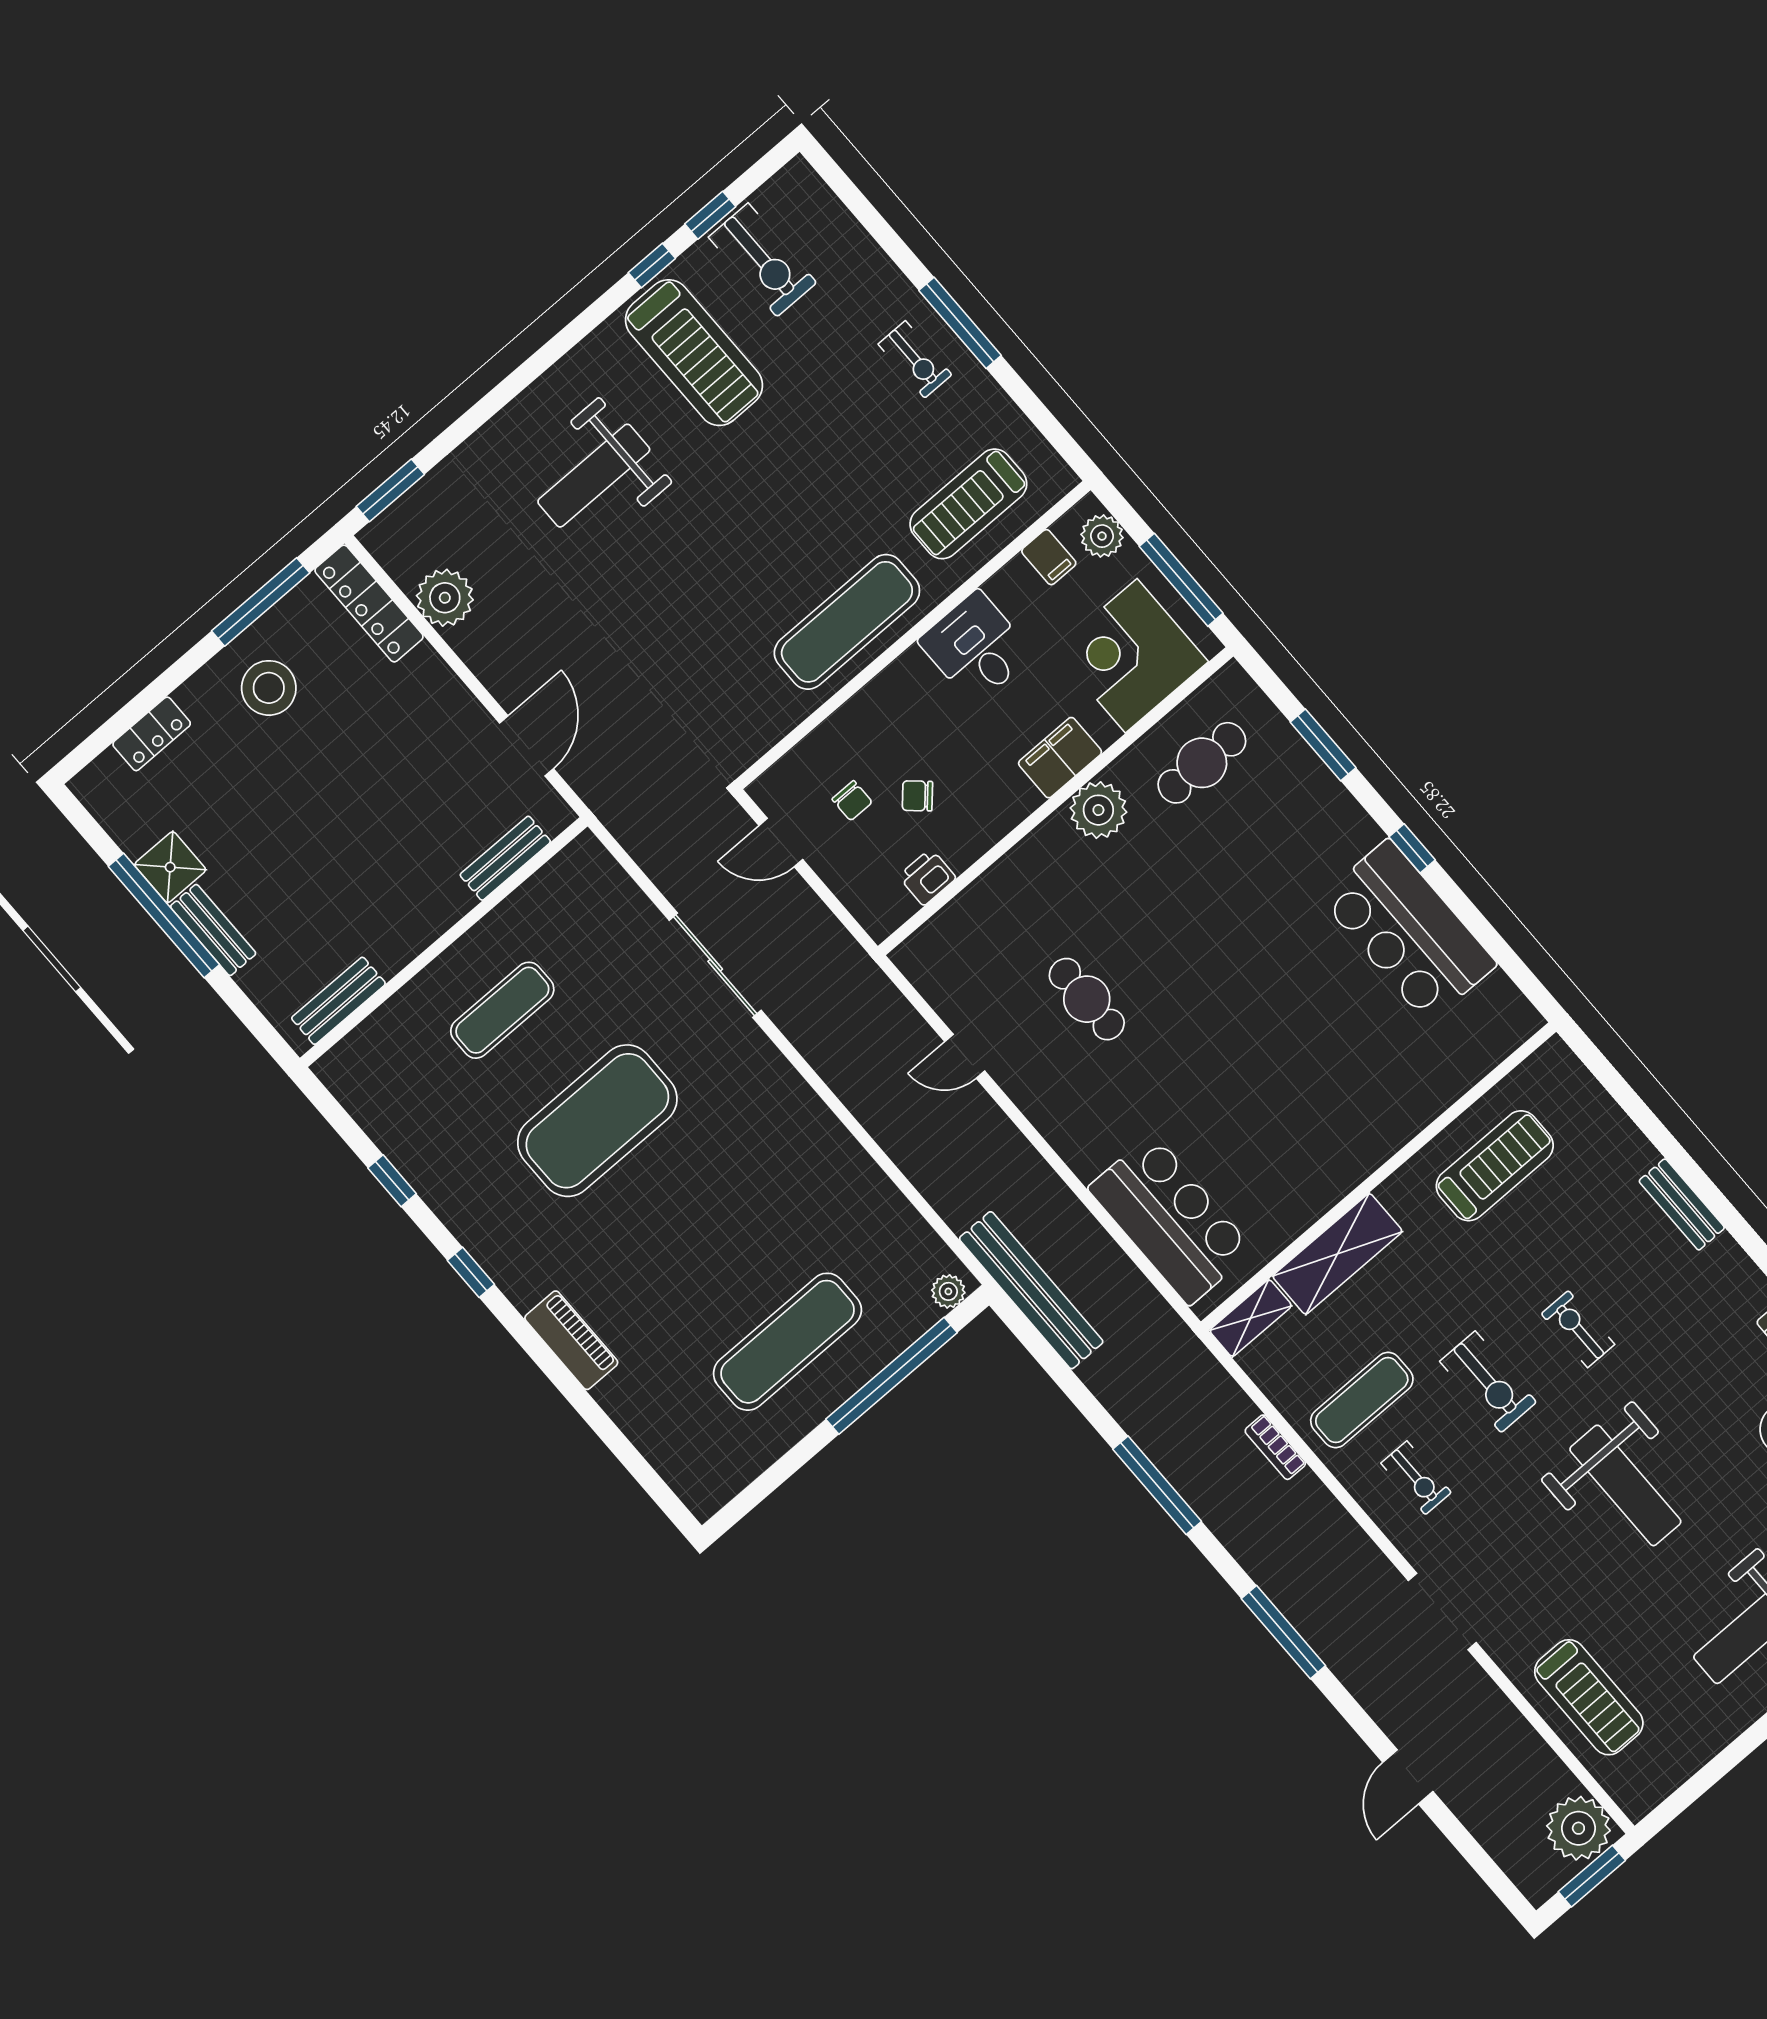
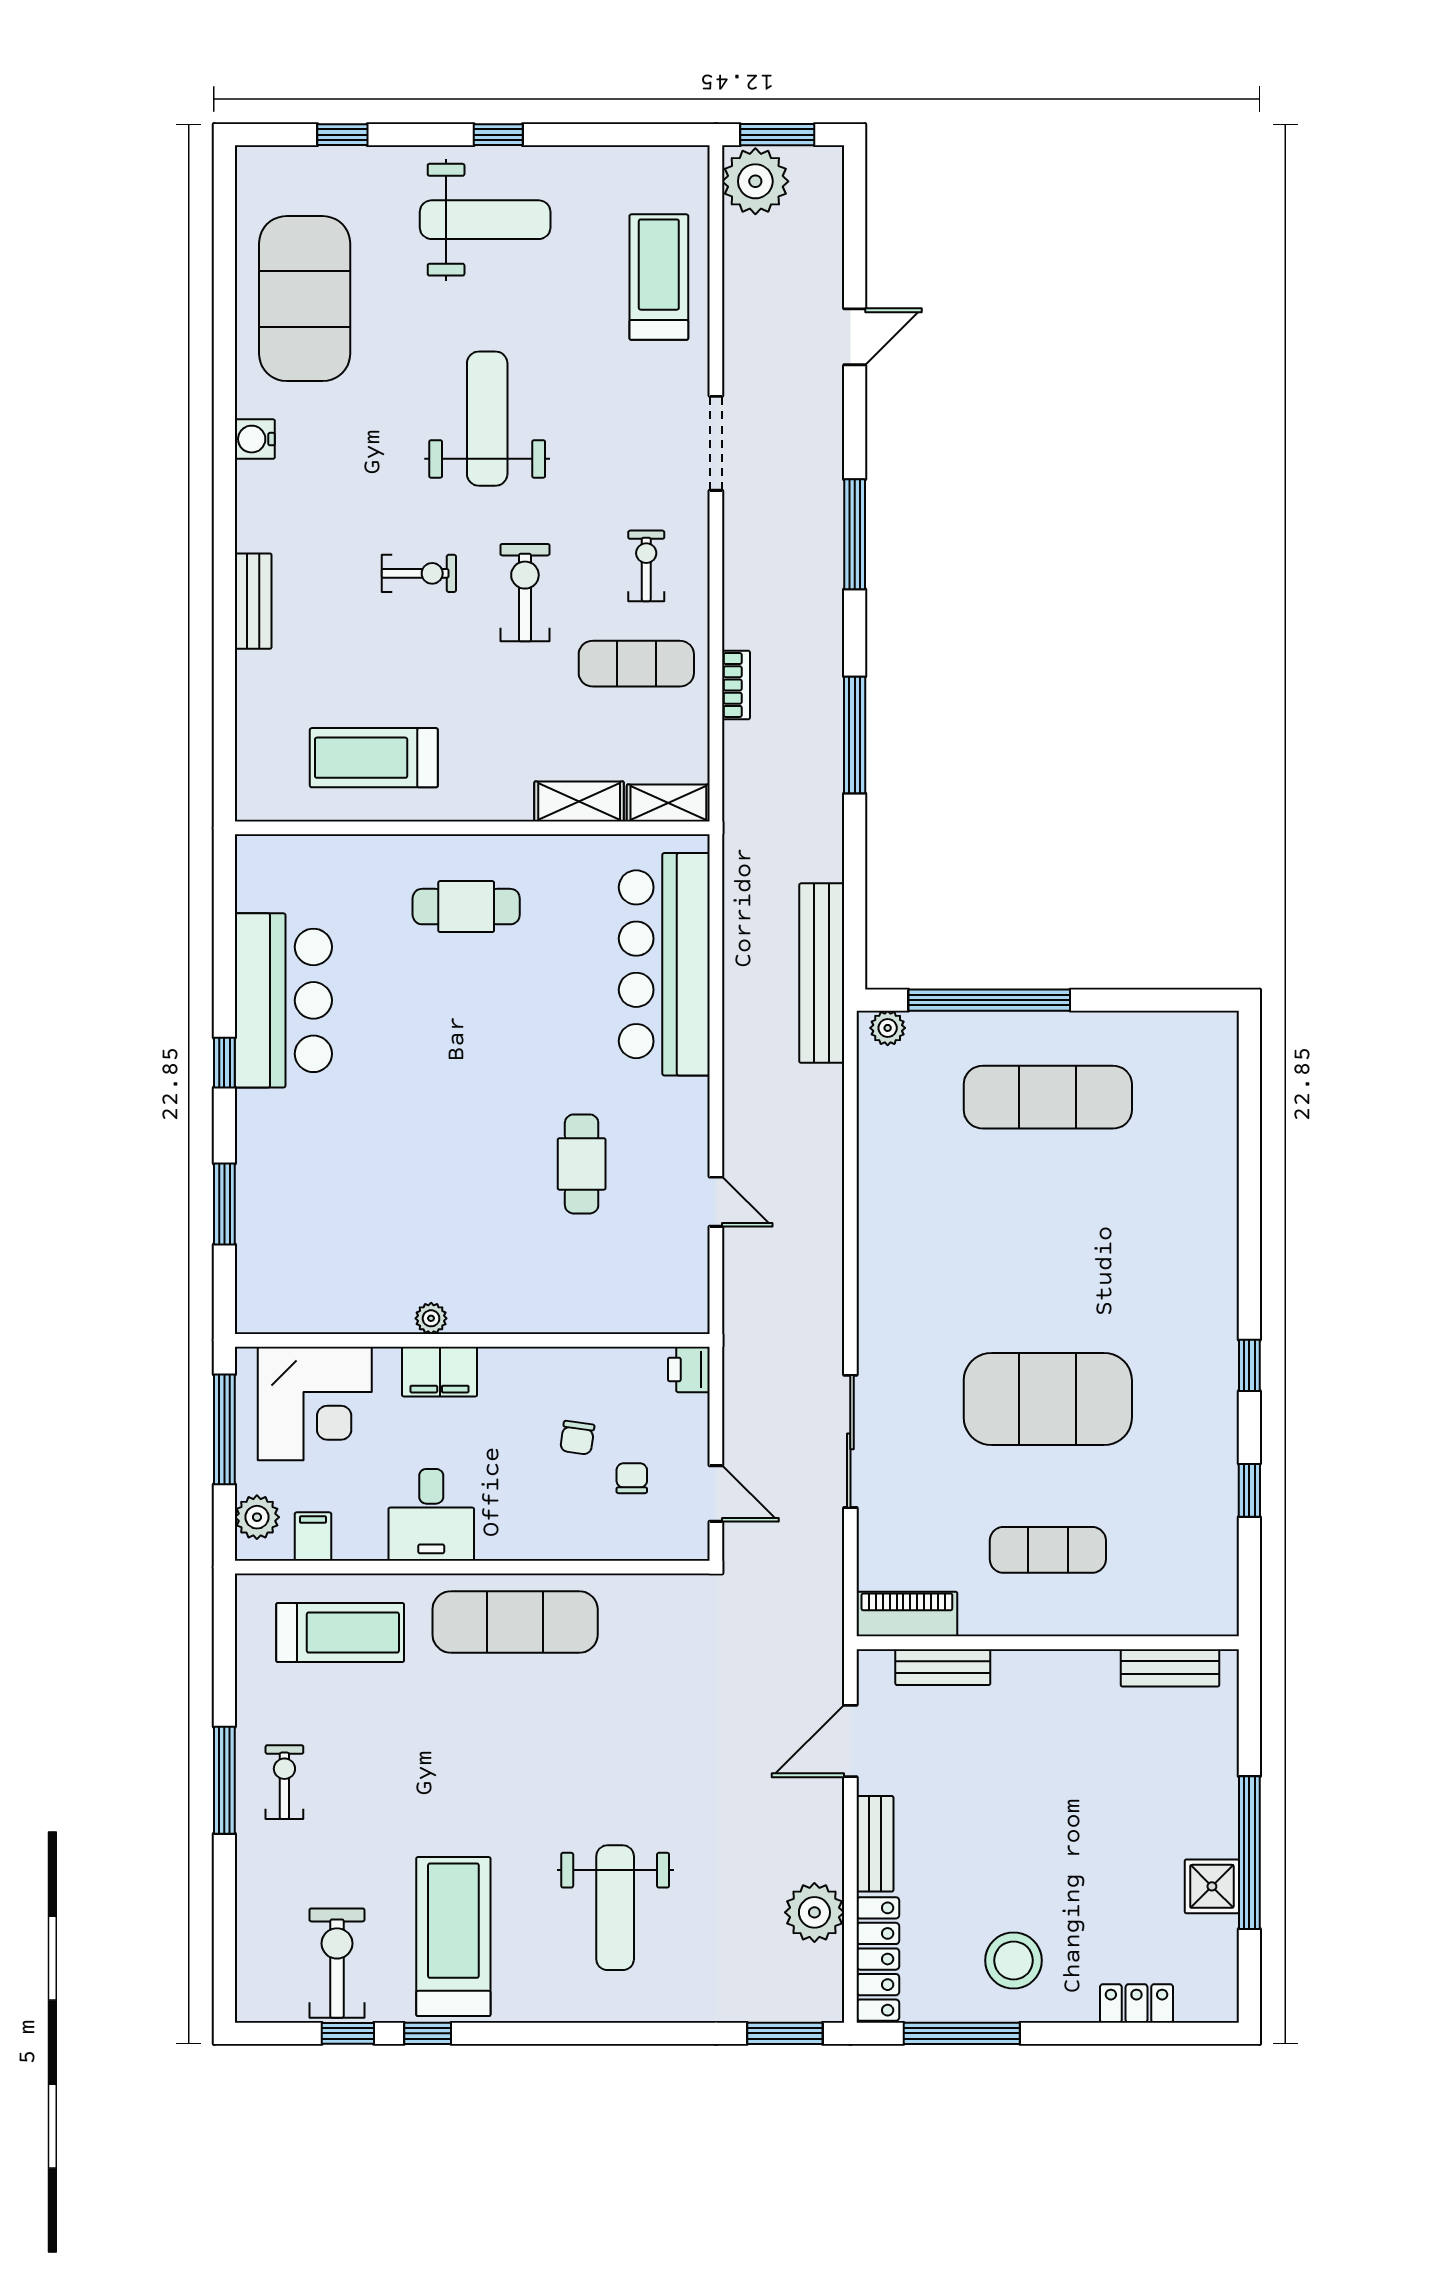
weight bench: (594, 476) -> (615, 1908), turned 90
cafe table: (1202, 763) -> (466, 907), moved
chair: (917, 796) -> (577, 1438), turned 56
plant: (1098, 810) -> (431, 1318), width x0.53, depth x0.53
printer: (927, 877) -> (689, 1369), moved, turned 90
bench: (213, 930) -> (875, 1844), moved
bar counter: (1171, 1219) -> (664, 964), width x1.36
shelving: (1337, 1254) -> (579, 801), width x0.67, depth x0.75
exercise bike: (1578, 1329) -> (419, 573), turned -90
piano: (571, 1340) -> (907, 1614), moved, turned 90

